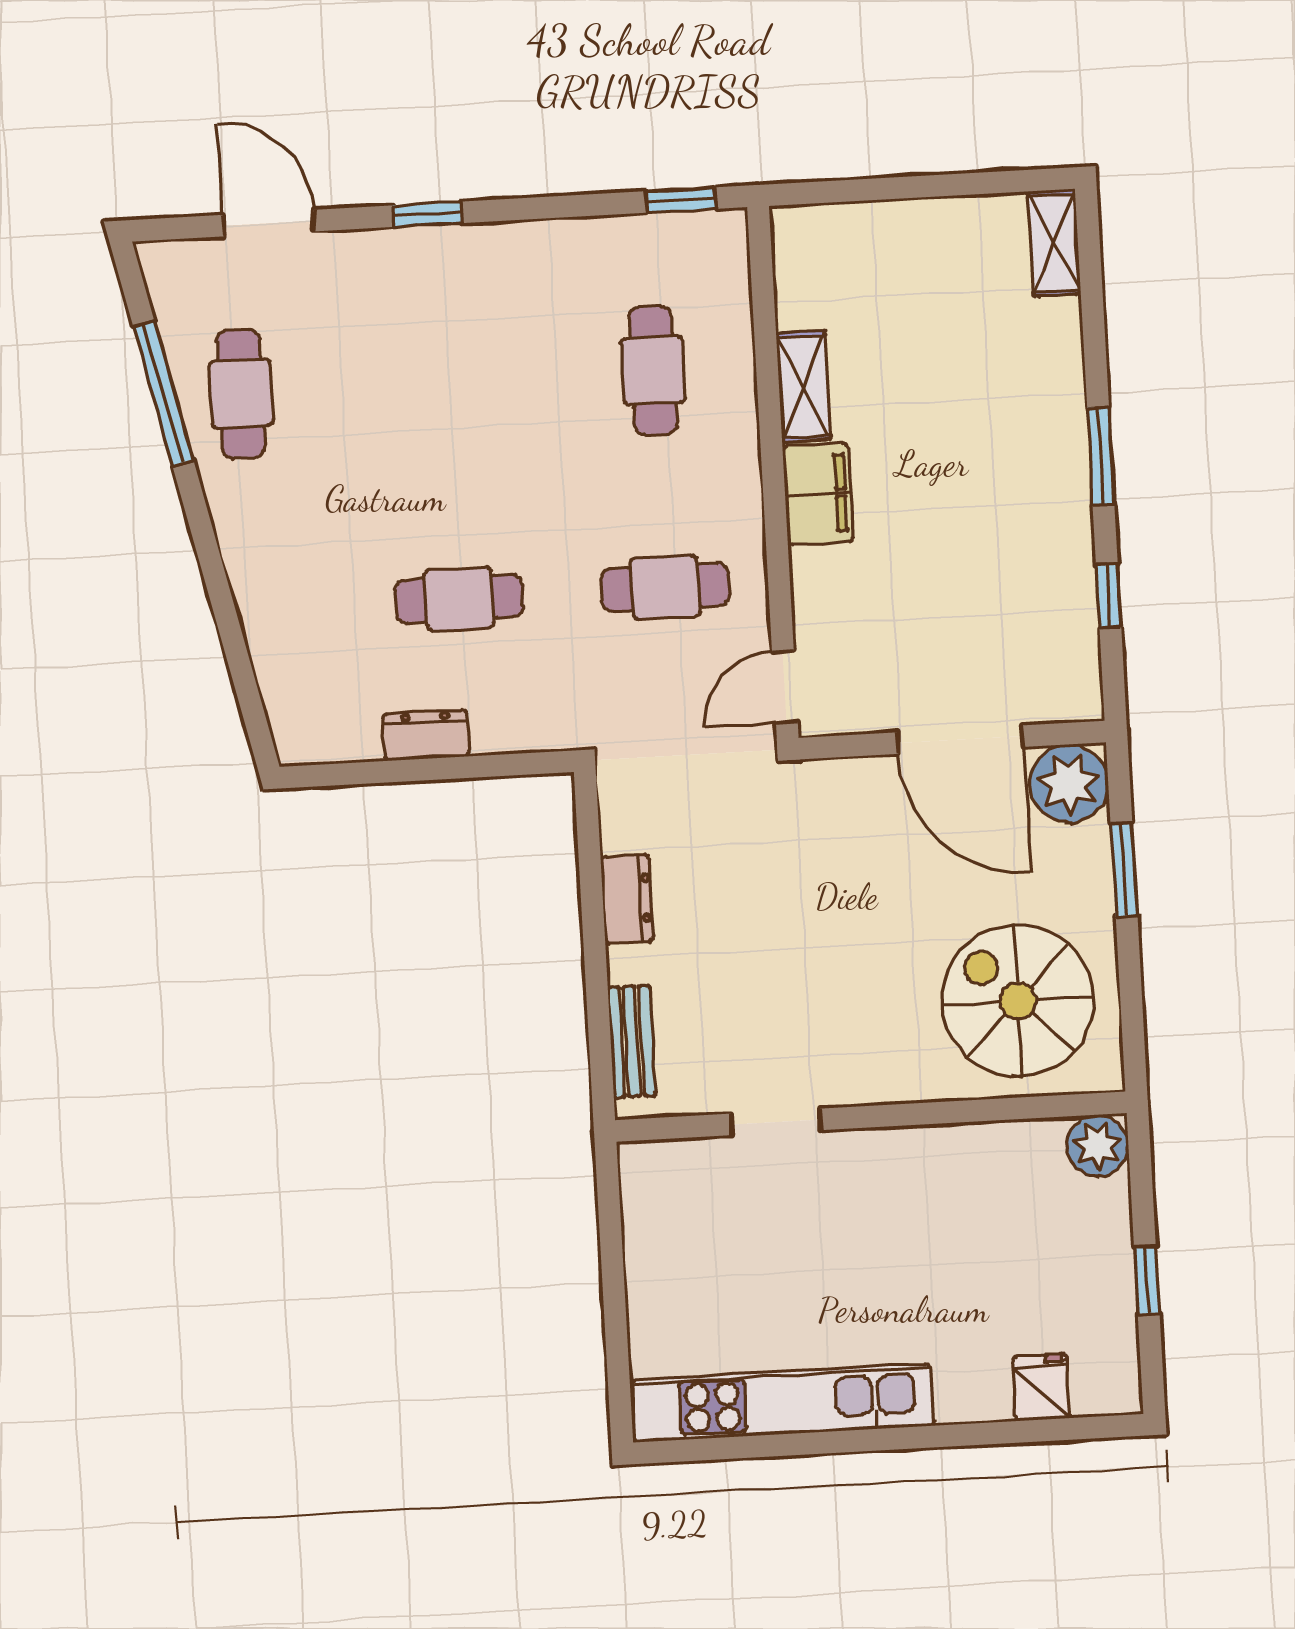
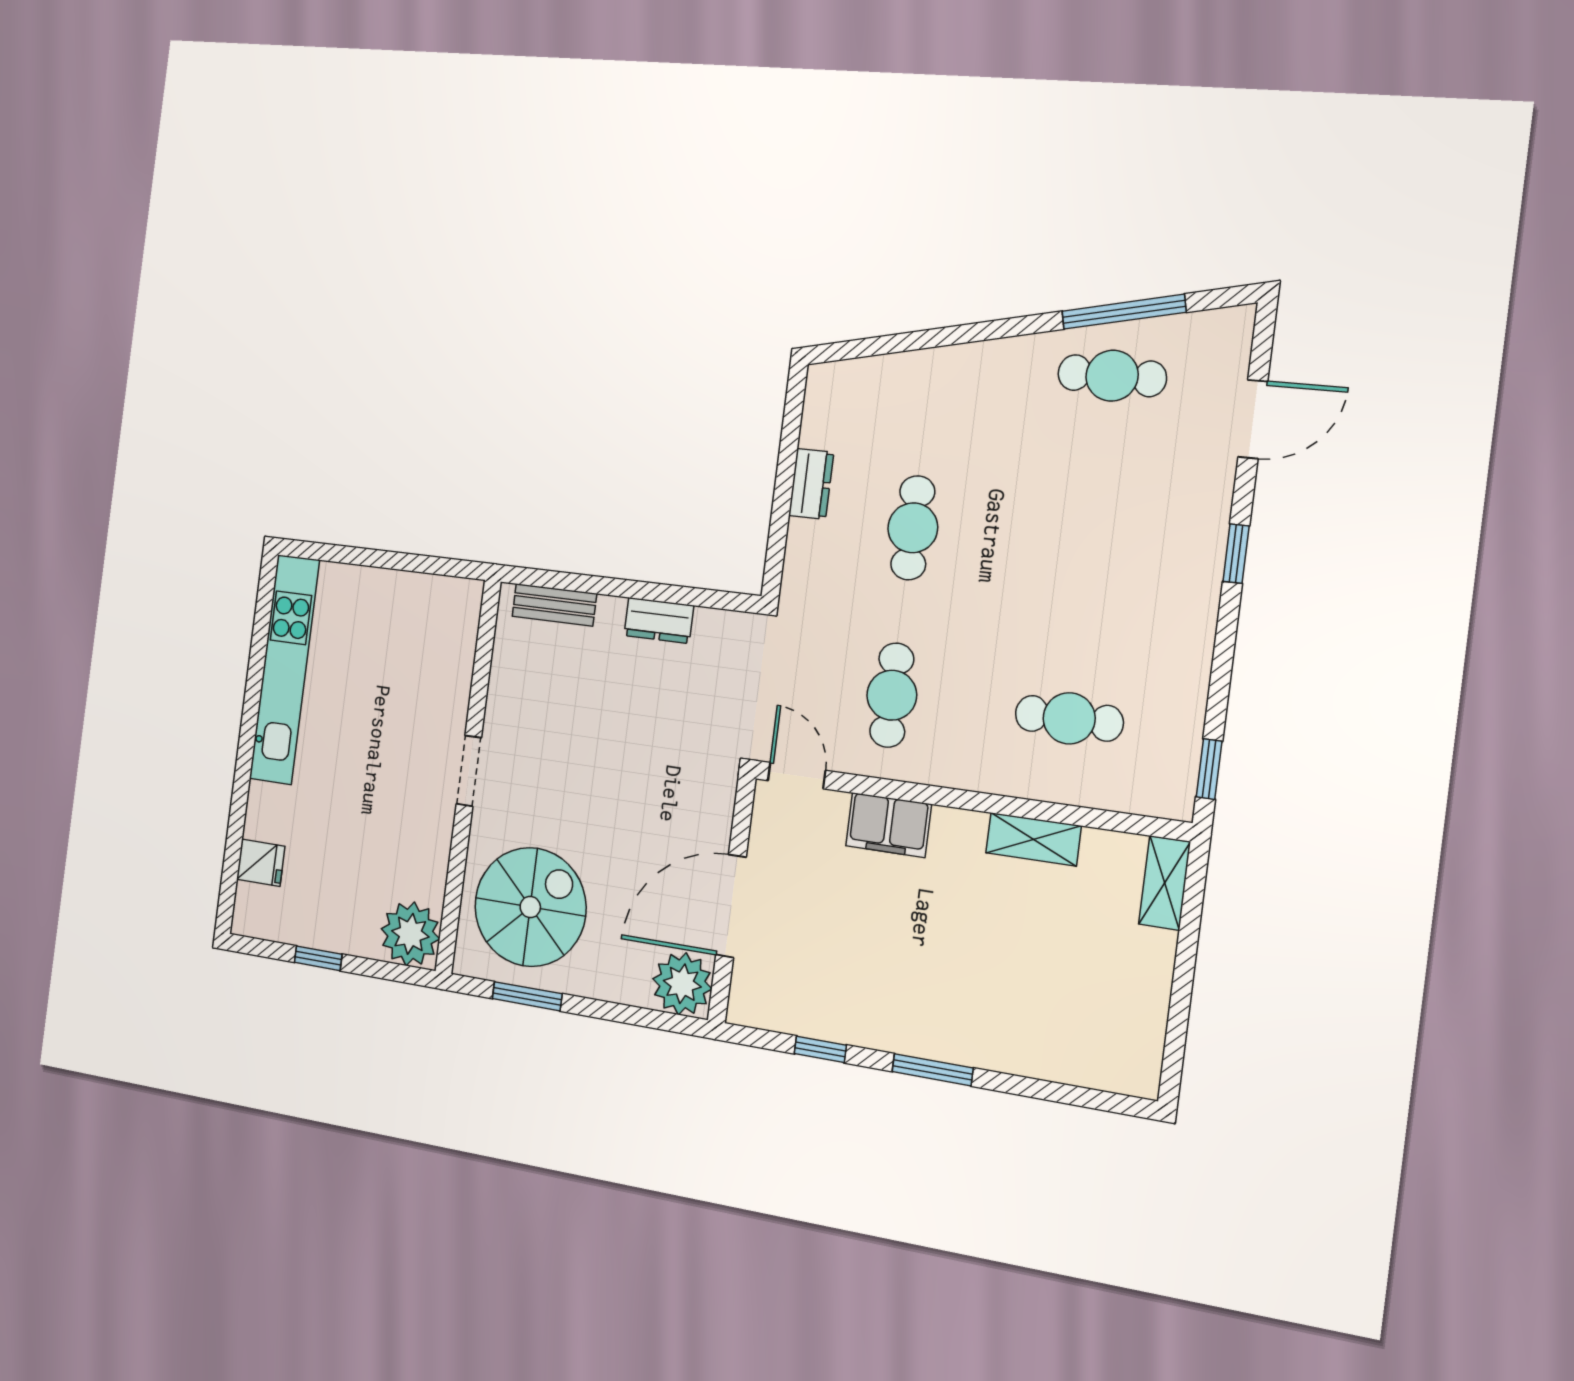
shelving: (1054, 243) -> (1165, 883), moved, turned 90
filing cabinet: (818, 494) -> (888, 825), moved
window: (1124, 870) -> (527, 996), moved
doorway: (776, 1122) -> (469, 771), moved
plant: (1098, 1146) -> (410, 934), width x1.36, depth x1.36

